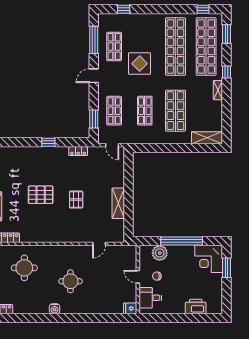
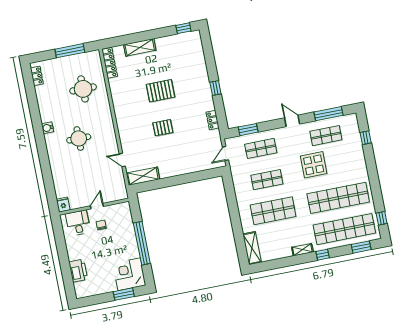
pallet: (41, 195) -> (161, 91), turned 90
shelving: (118, 203) -> (143, 176), moved
plant: (160, 253) -> (125, 223), removed

